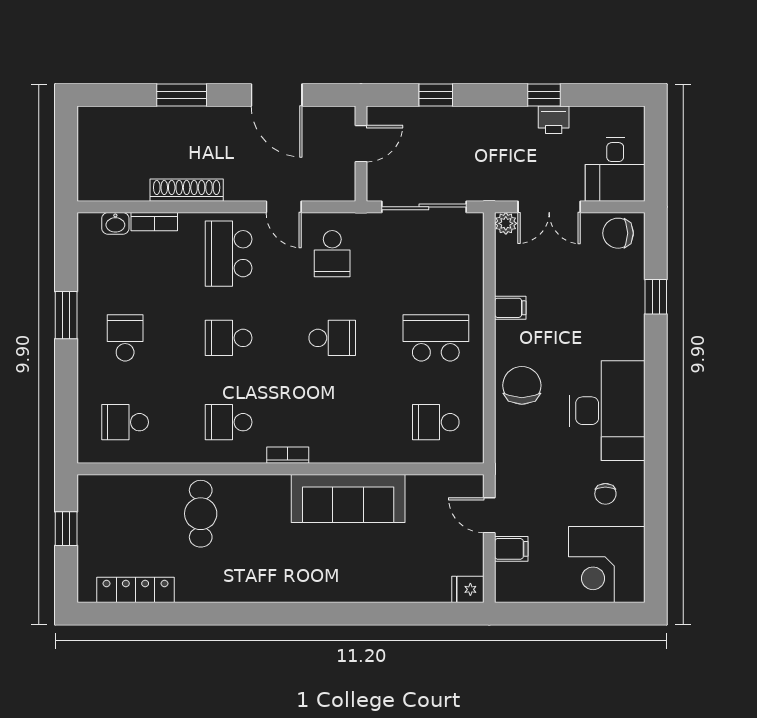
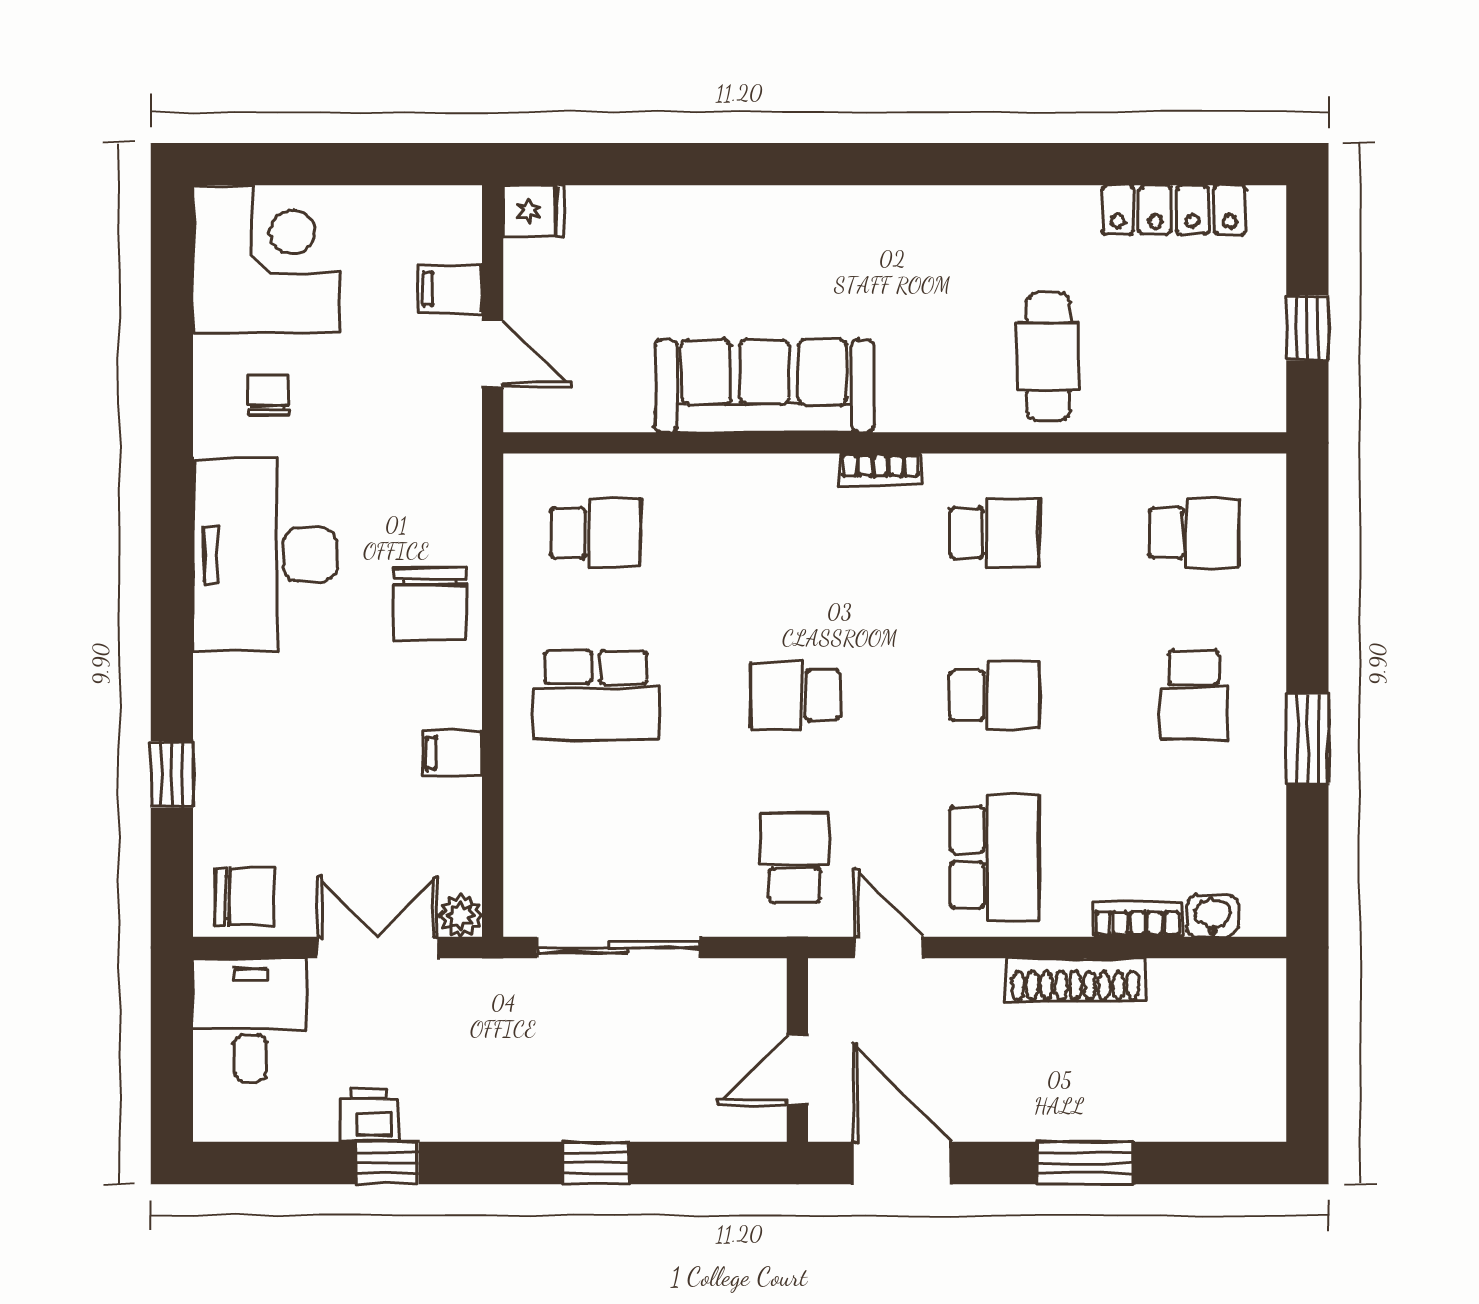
door: (361, 144) -> (797, 1069), moved
wall: (361, 154) -> (797, 1050), moved

